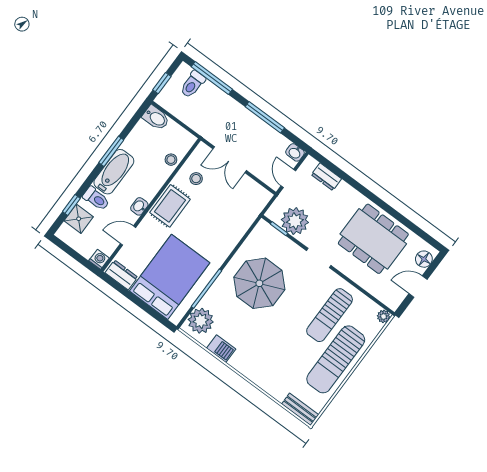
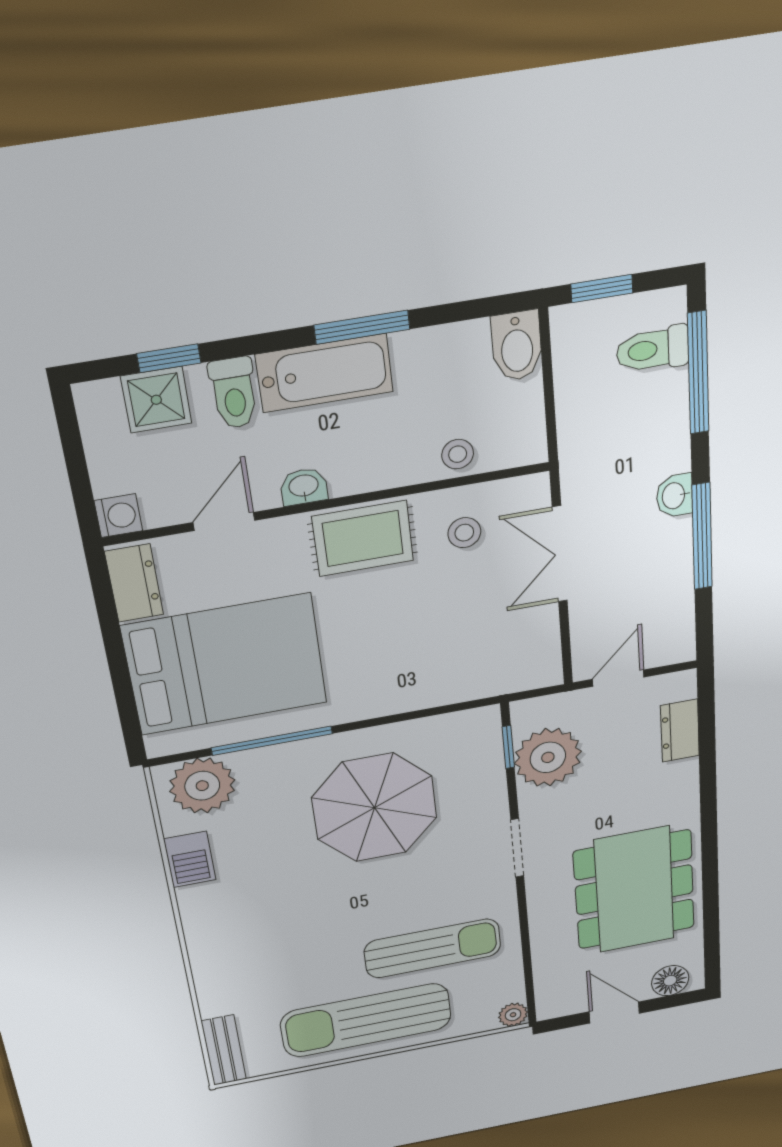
washbasin: (295, 152) -> (674, 496), moved
door: (128, 236) -> (224, 521), hinge flipped
sun lounger: (330, 315) -> (433, 948), turned 180

